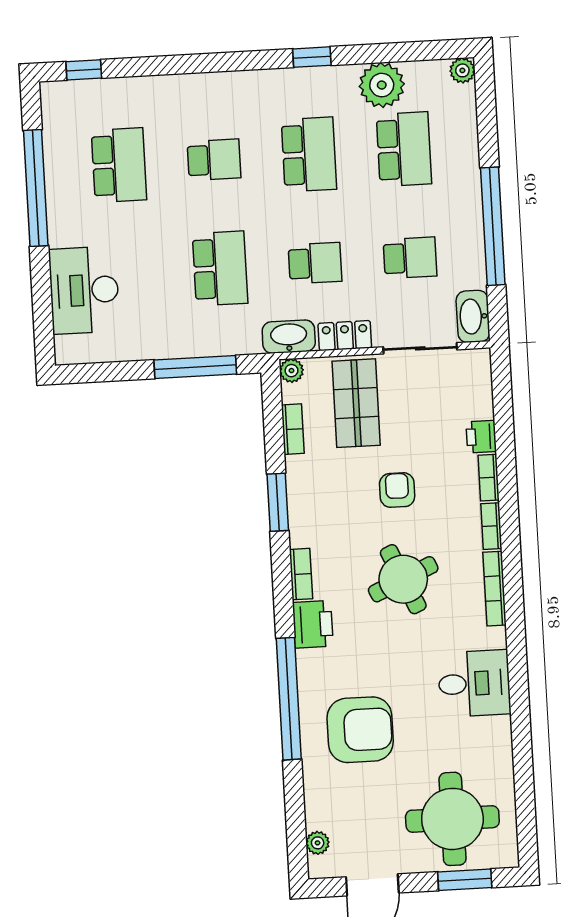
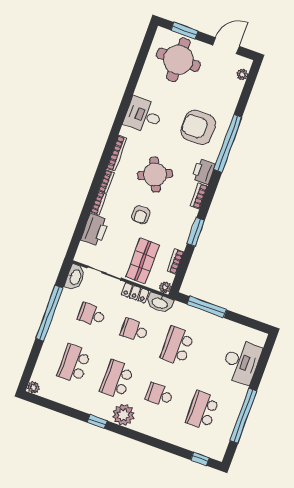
plant: (382, 85) -> (123, 415), moved
printer: (481, 437) -> (95, 230), width x1.87, depth x1.48
armchair: (360, 730) -> (198, 127), moved

